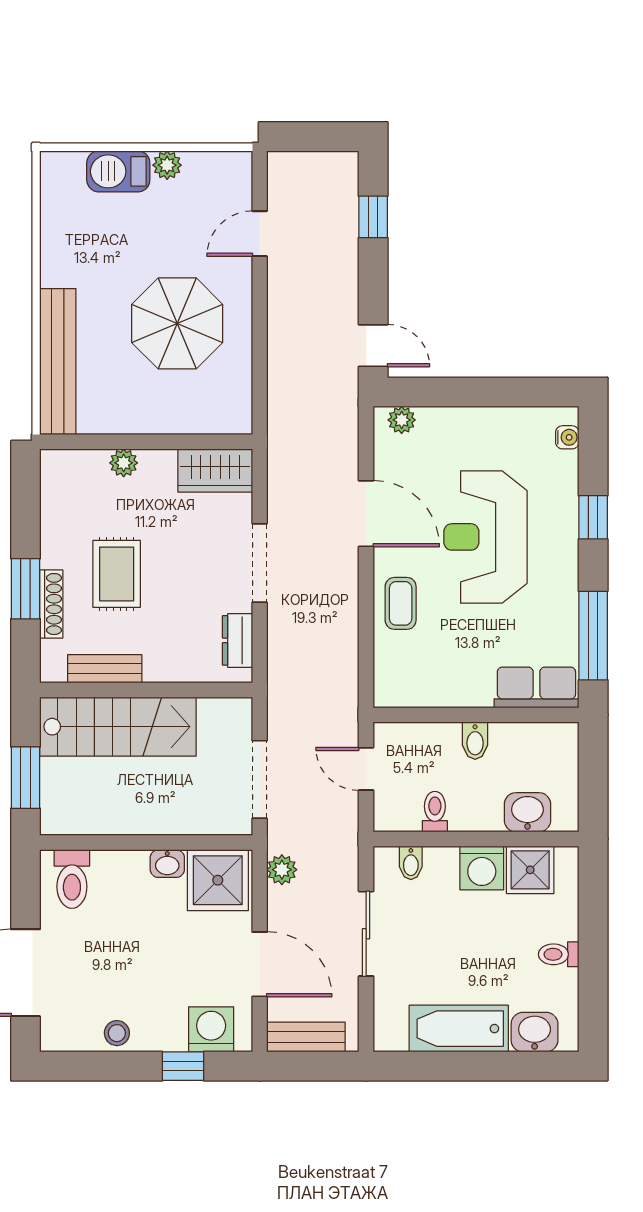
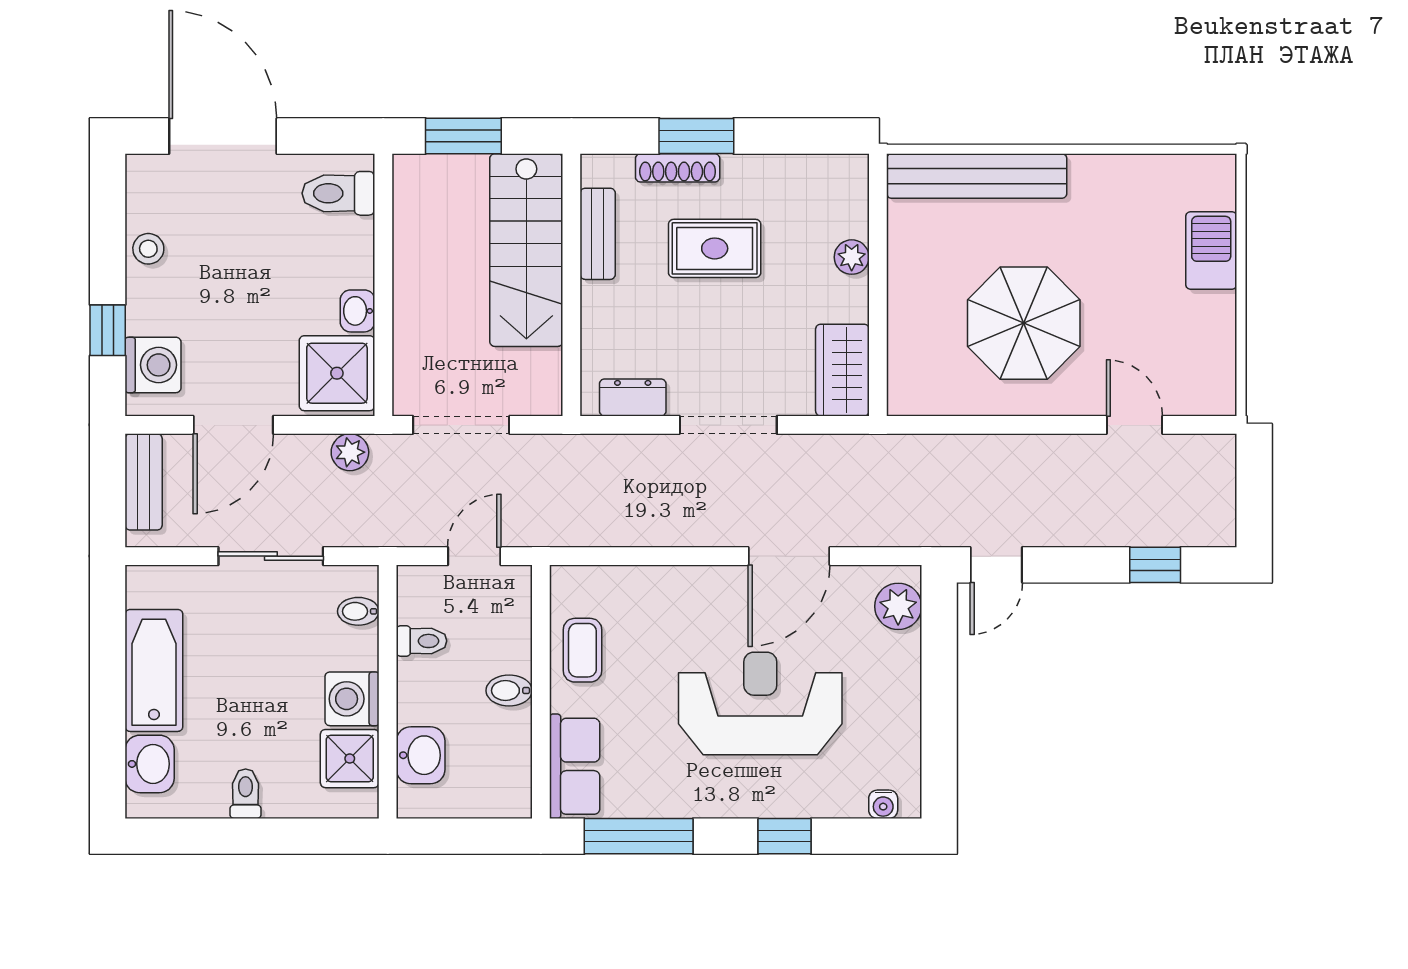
plant: (167, 165) -> (1219, 311), removed
plant: (402, 420) -> (898, 606), width x1.38, depth x1.38
coffee table: (401, 603) -> (582, 650), moved, turned 90

